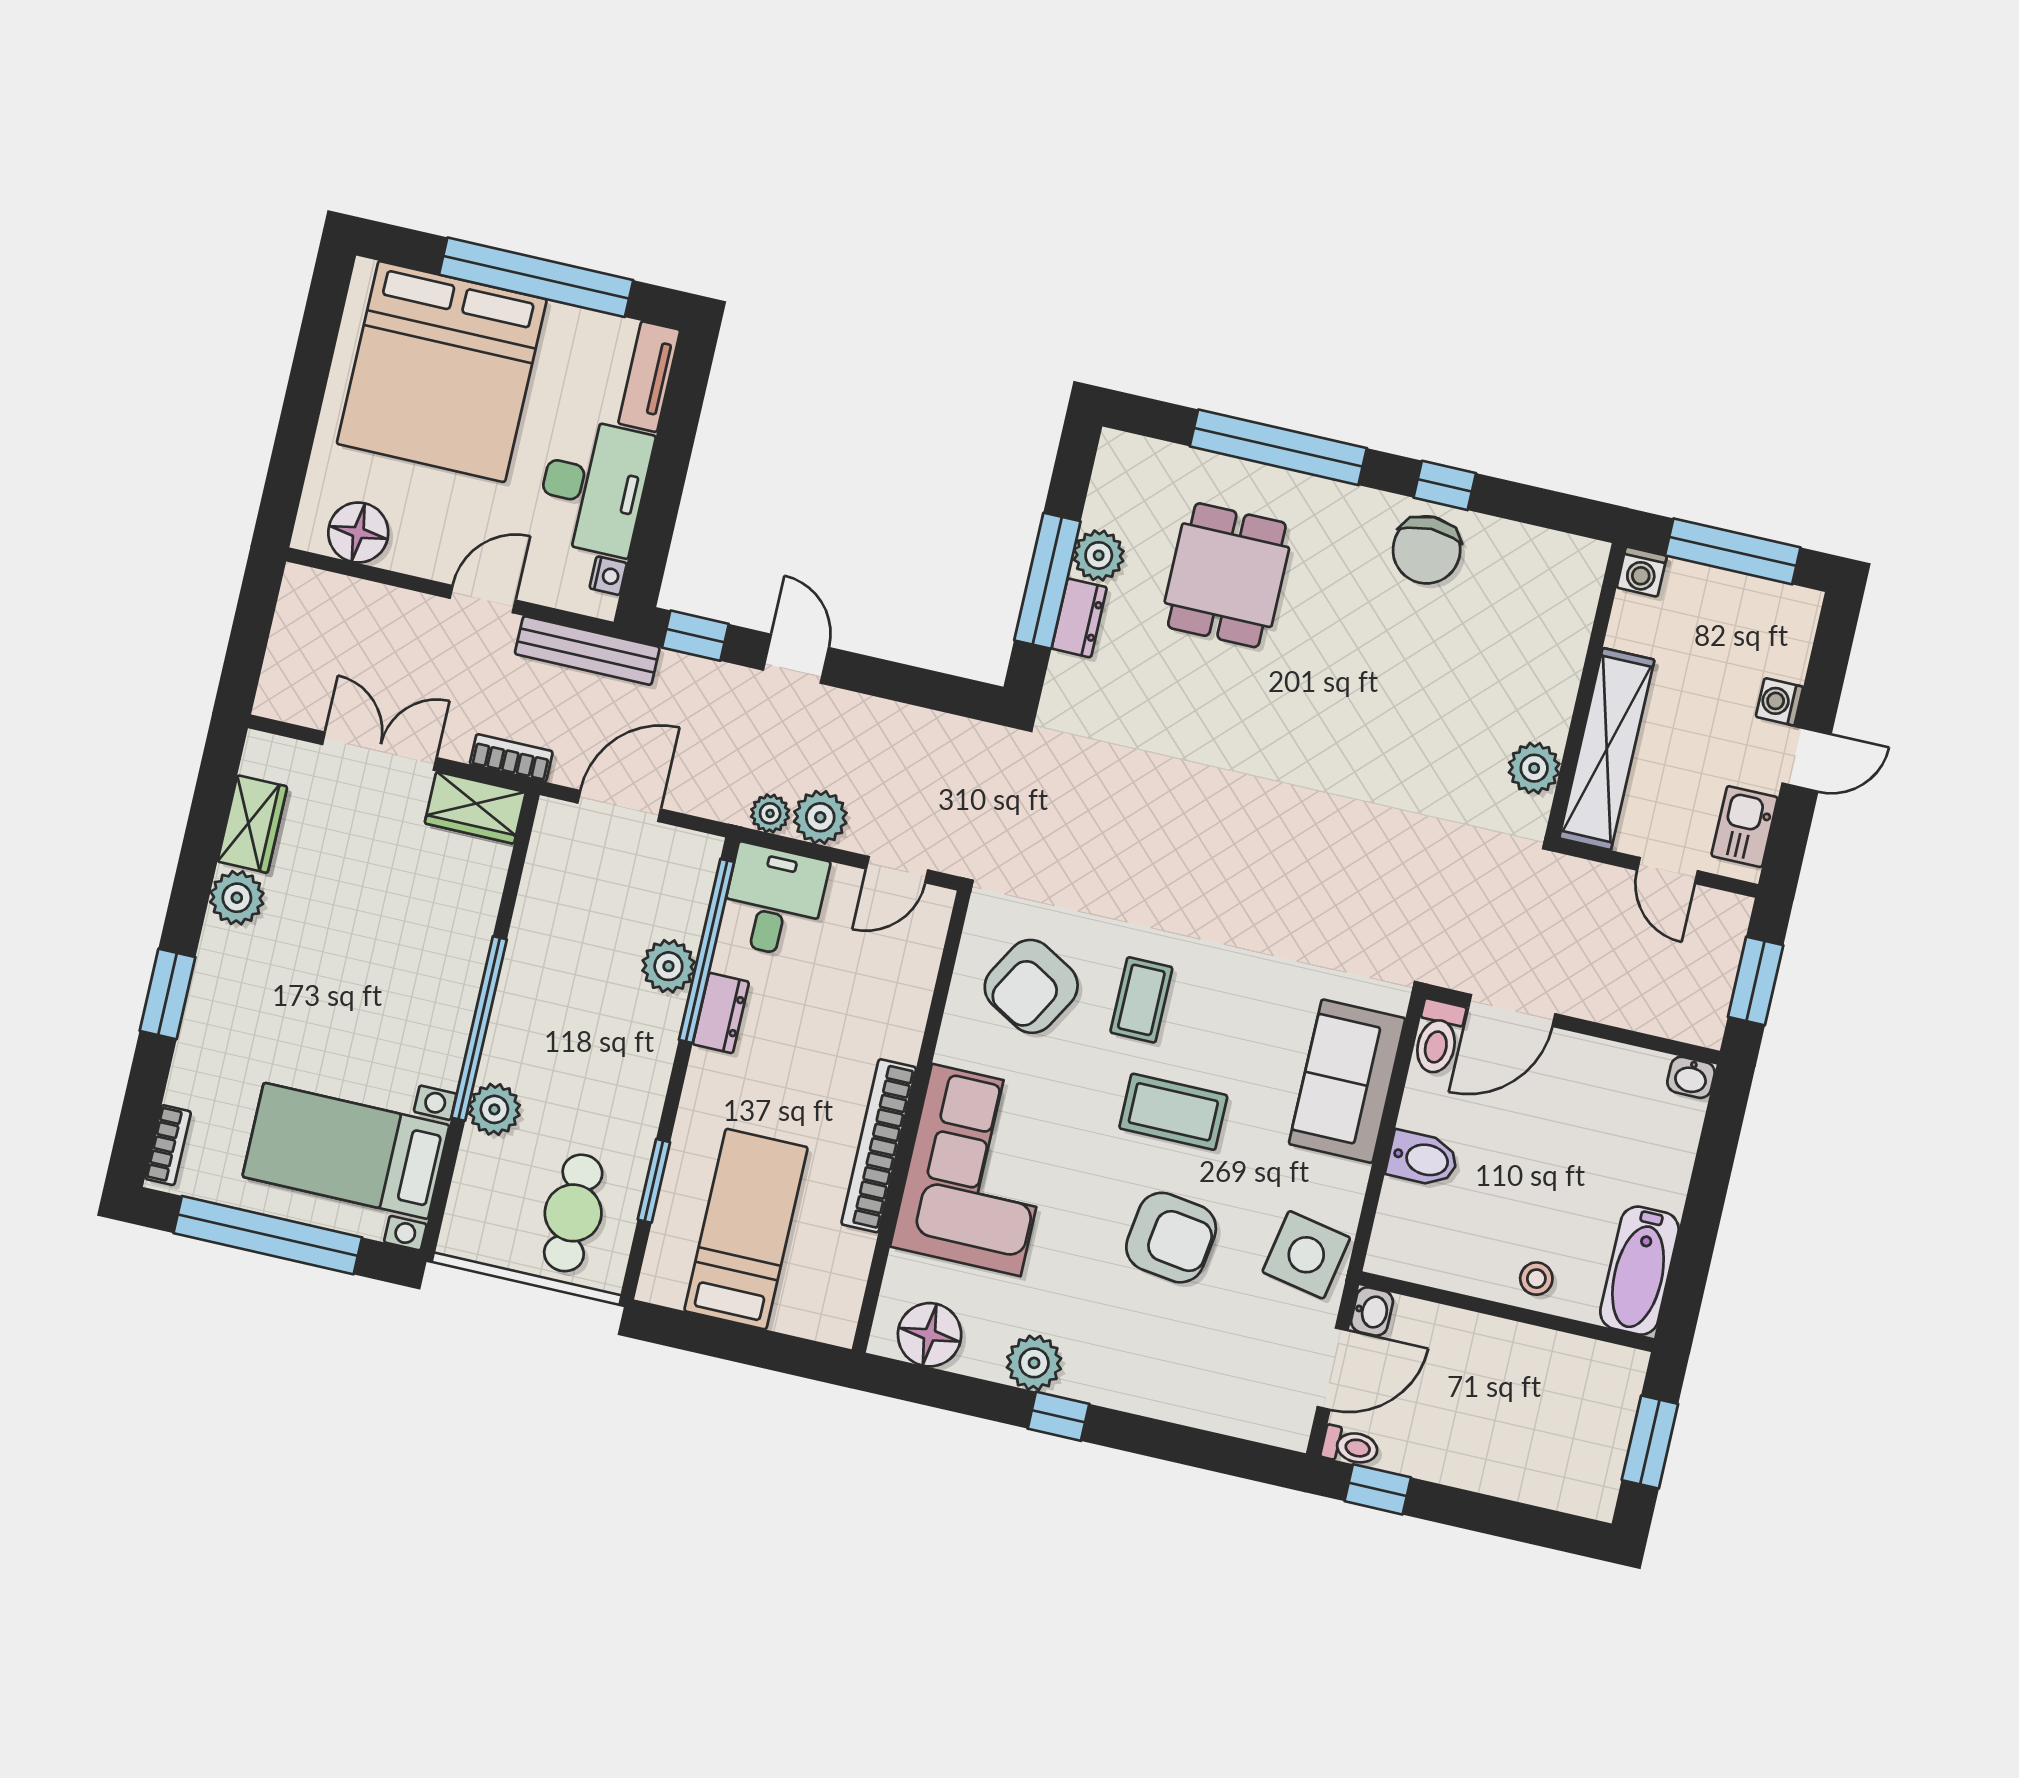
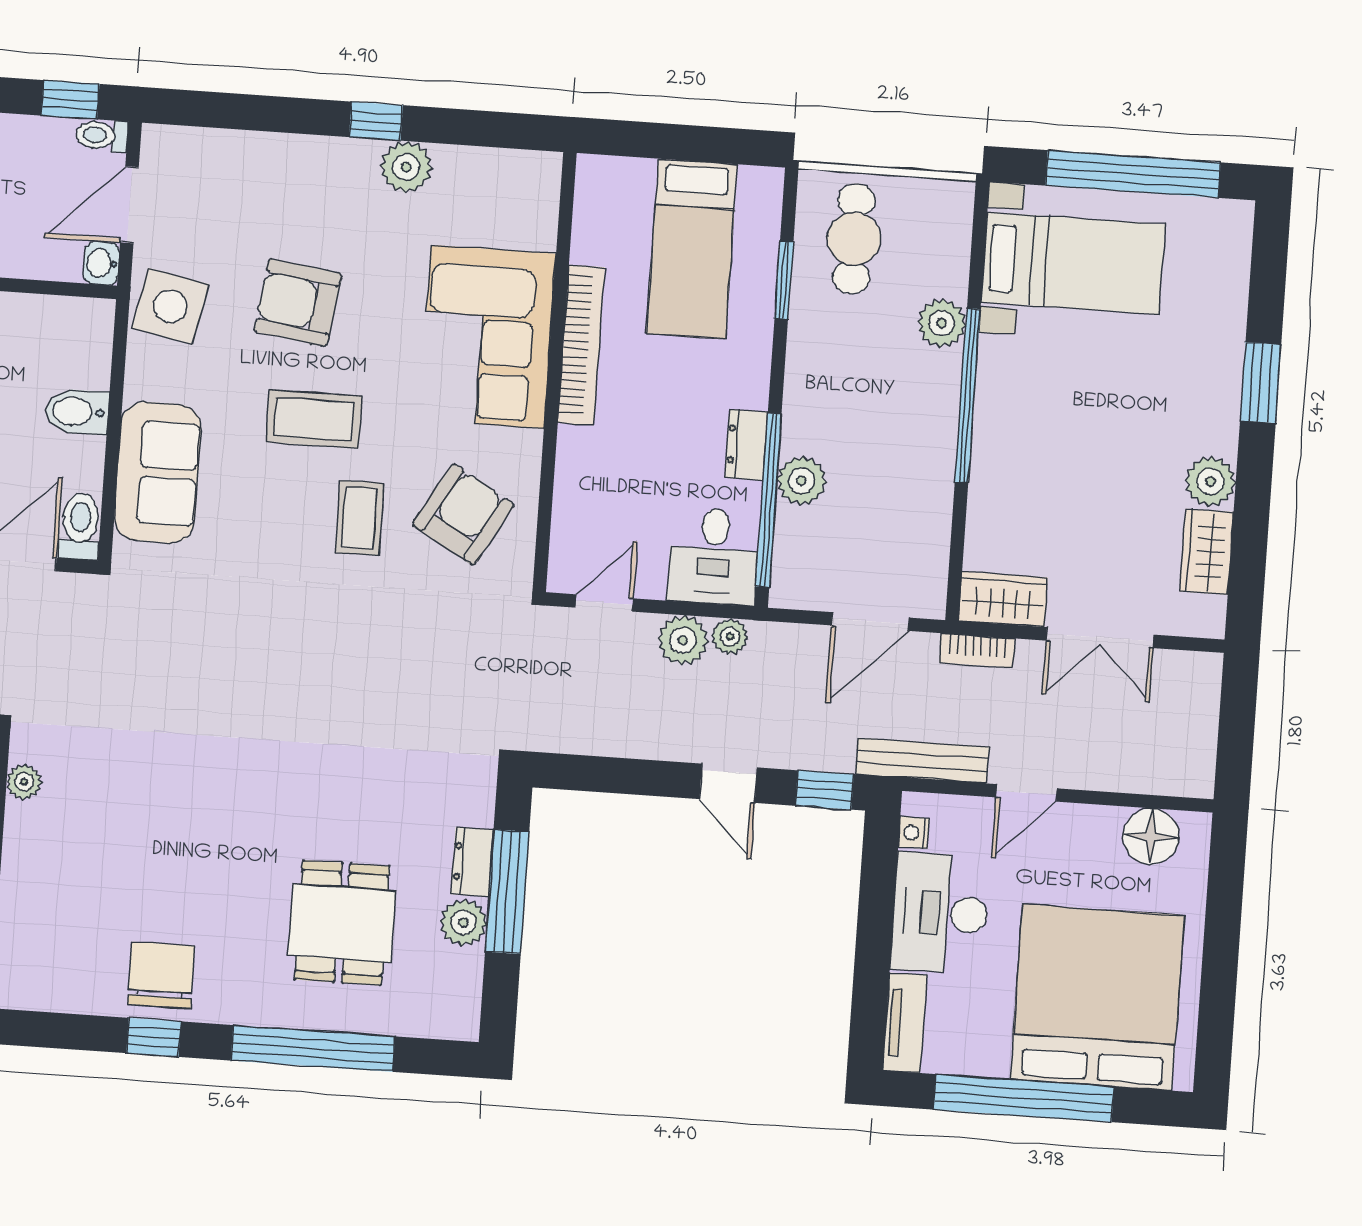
plant: (1534, 768) -> (24, 782), width x0.73, depth x0.73
bookcase: (168, 1145) -> (1238, 243), removed
floor lamp: (930, 1335) -> (507, 178), removed

